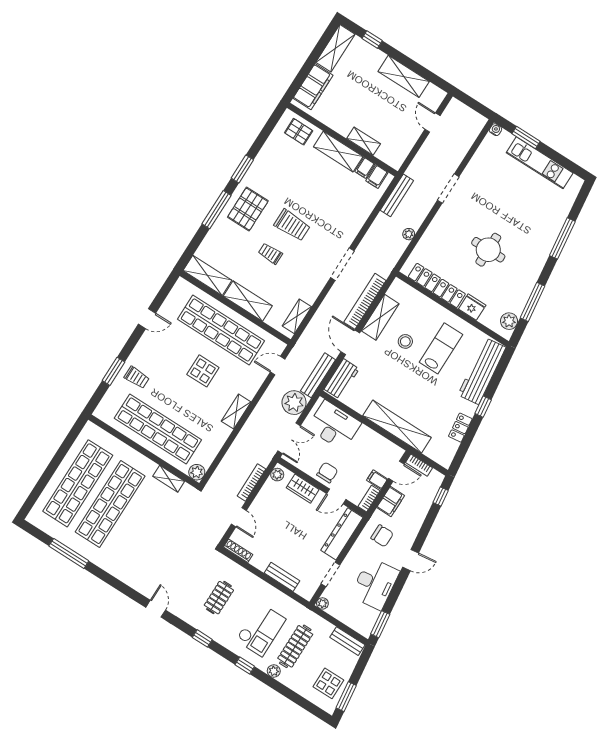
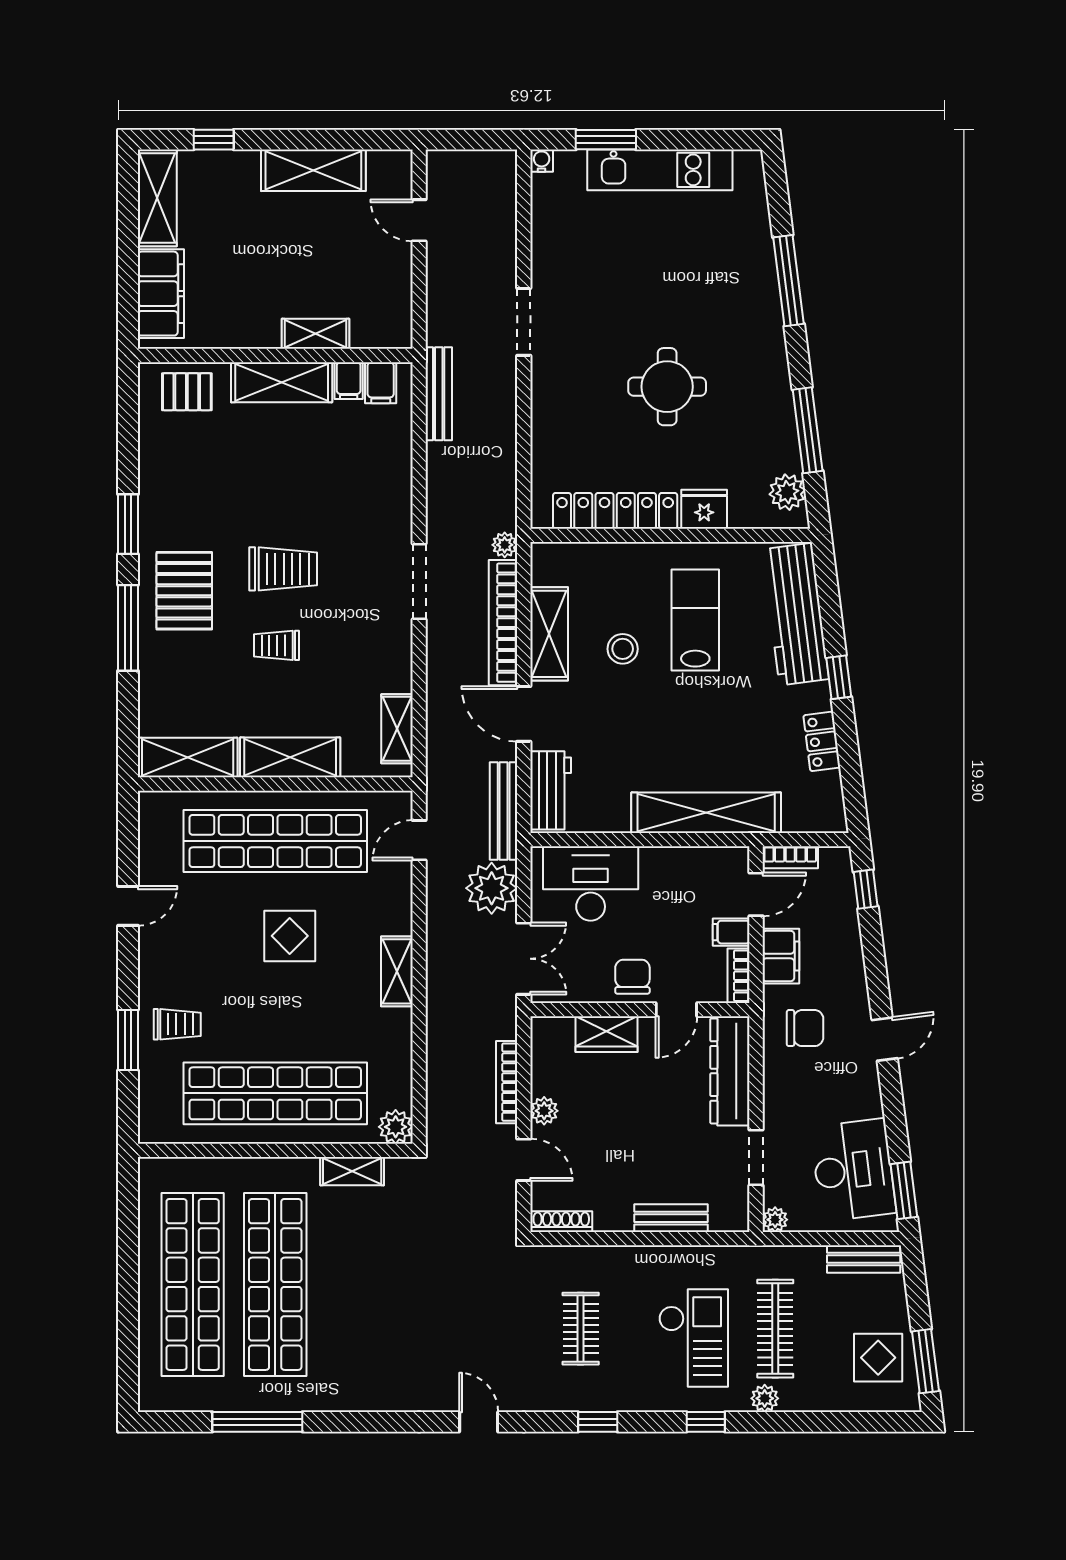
plant: (409, 234) -> (505, 545), moved
plant: (277, 475) -> (544, 1111), moved
desk: (375, 584) -> (853, 1170), moved

